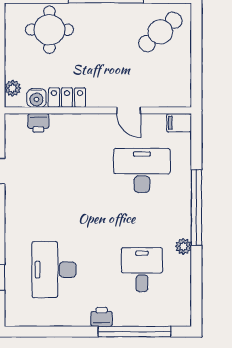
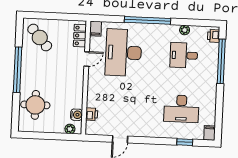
locker: (67, 98) -> (80, 36), moved
desk: (142, 170) -> (123, 53), width x1.36, depth x1.30
plant: (183, 246) -> (185, 30), moved
printer: (102, 317) -> (214, 36), moved
filing cabinet: (16, 318) -> (210, 133), added

